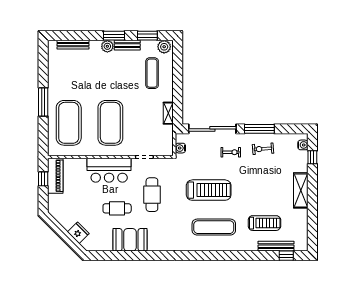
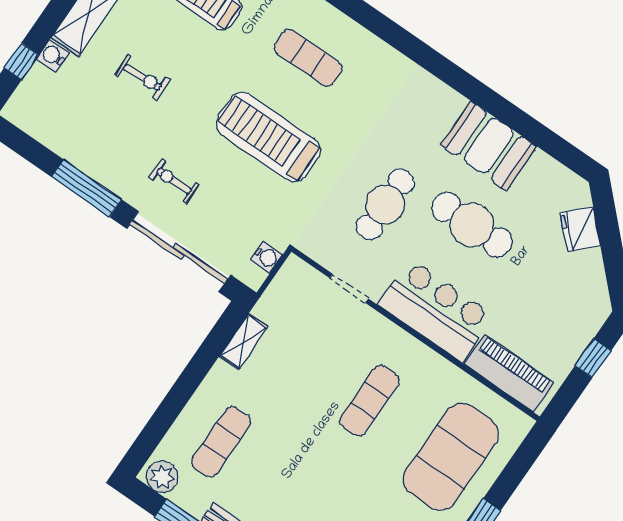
exercise mat: (110, 123) -> (370, 401), width x0.50, depth x0.69
water cooler: (303, 145) -> (53, 56), moved
exercise bike: (263, 149) -> (142, 77), moved
piano: (55, 176) -> (509, 373), moved, turned 90
window: (43, 179) -> (593, 358), moved
cafe table: (117, 208) -> (472, 225), width x1.37, depth x1.35
exercise mat: (214, 227) -> (308, 58), width x0.73, depth x0.69

